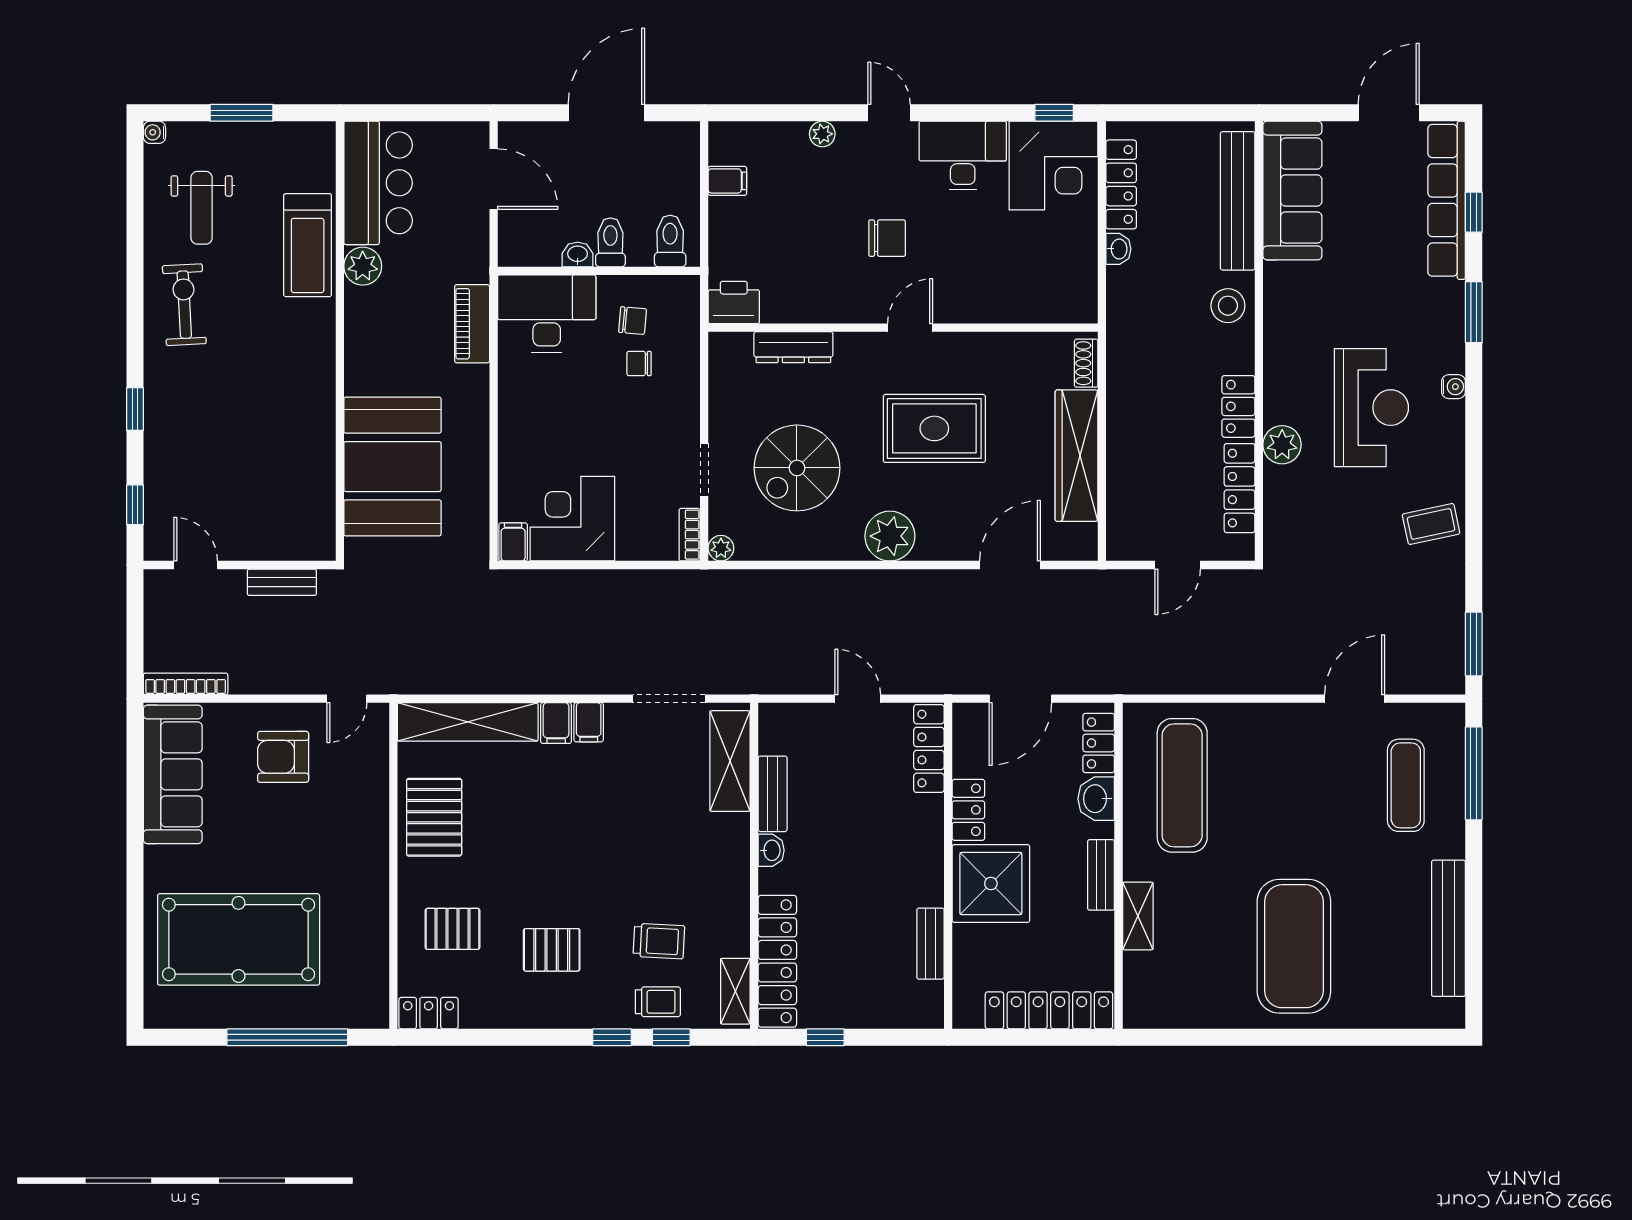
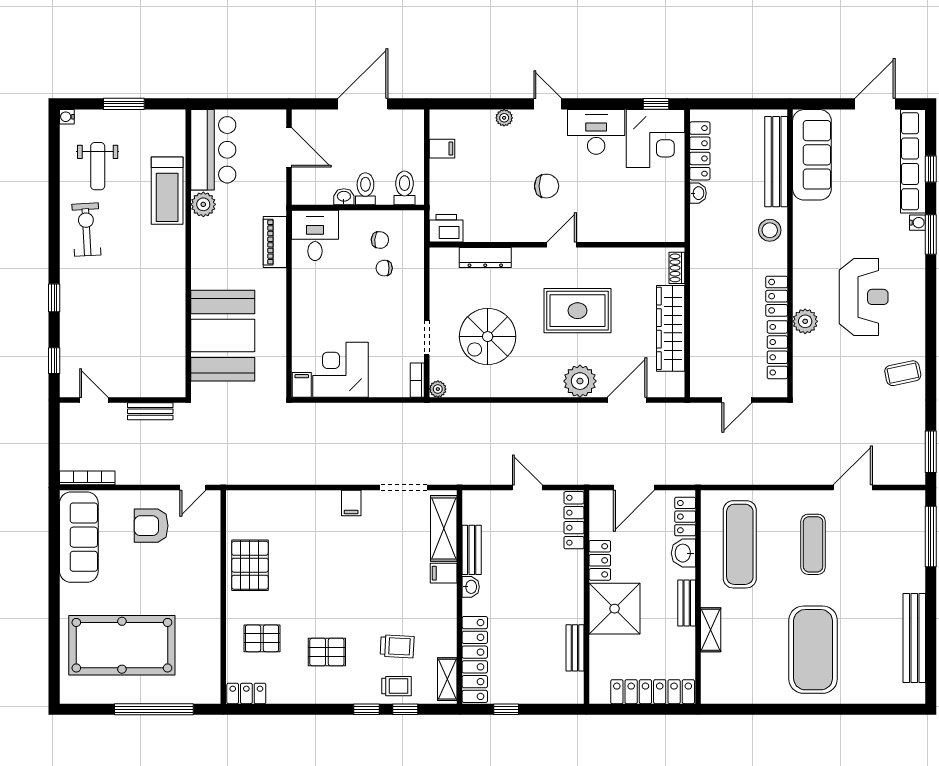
desk: (547, 314) -> (315, 235), width x0.73
water cooler: (1453, 387) -> (917, 223), moved
plant: (890, 536) -> (580, 381), moved
shelving: (468, 722) -> (272, 503), removed
filing cabinet: (556, 723) -> (444, 573), moved, turned 90
exercise mat: (1406, 785) -> (813, 544), moved

